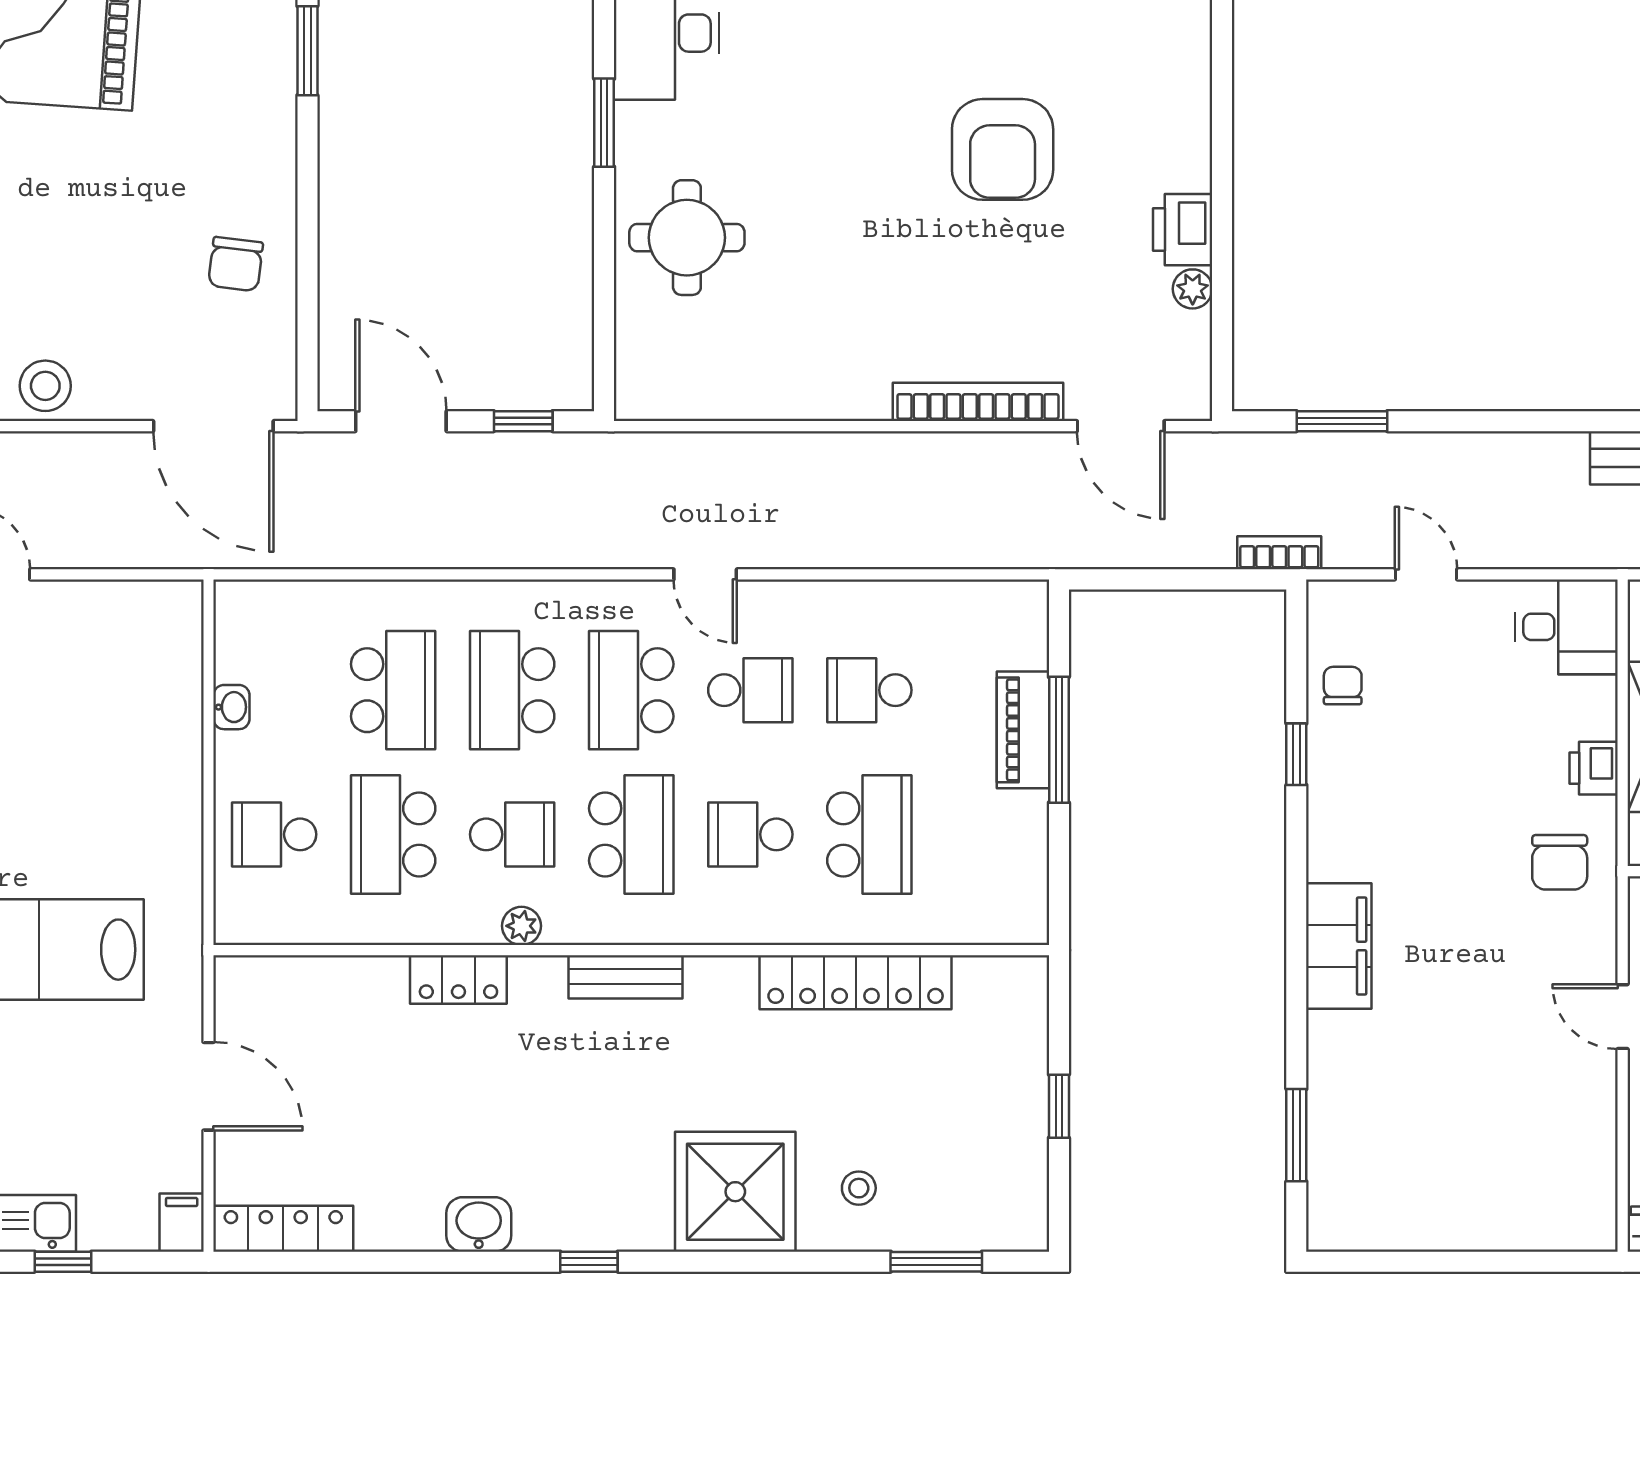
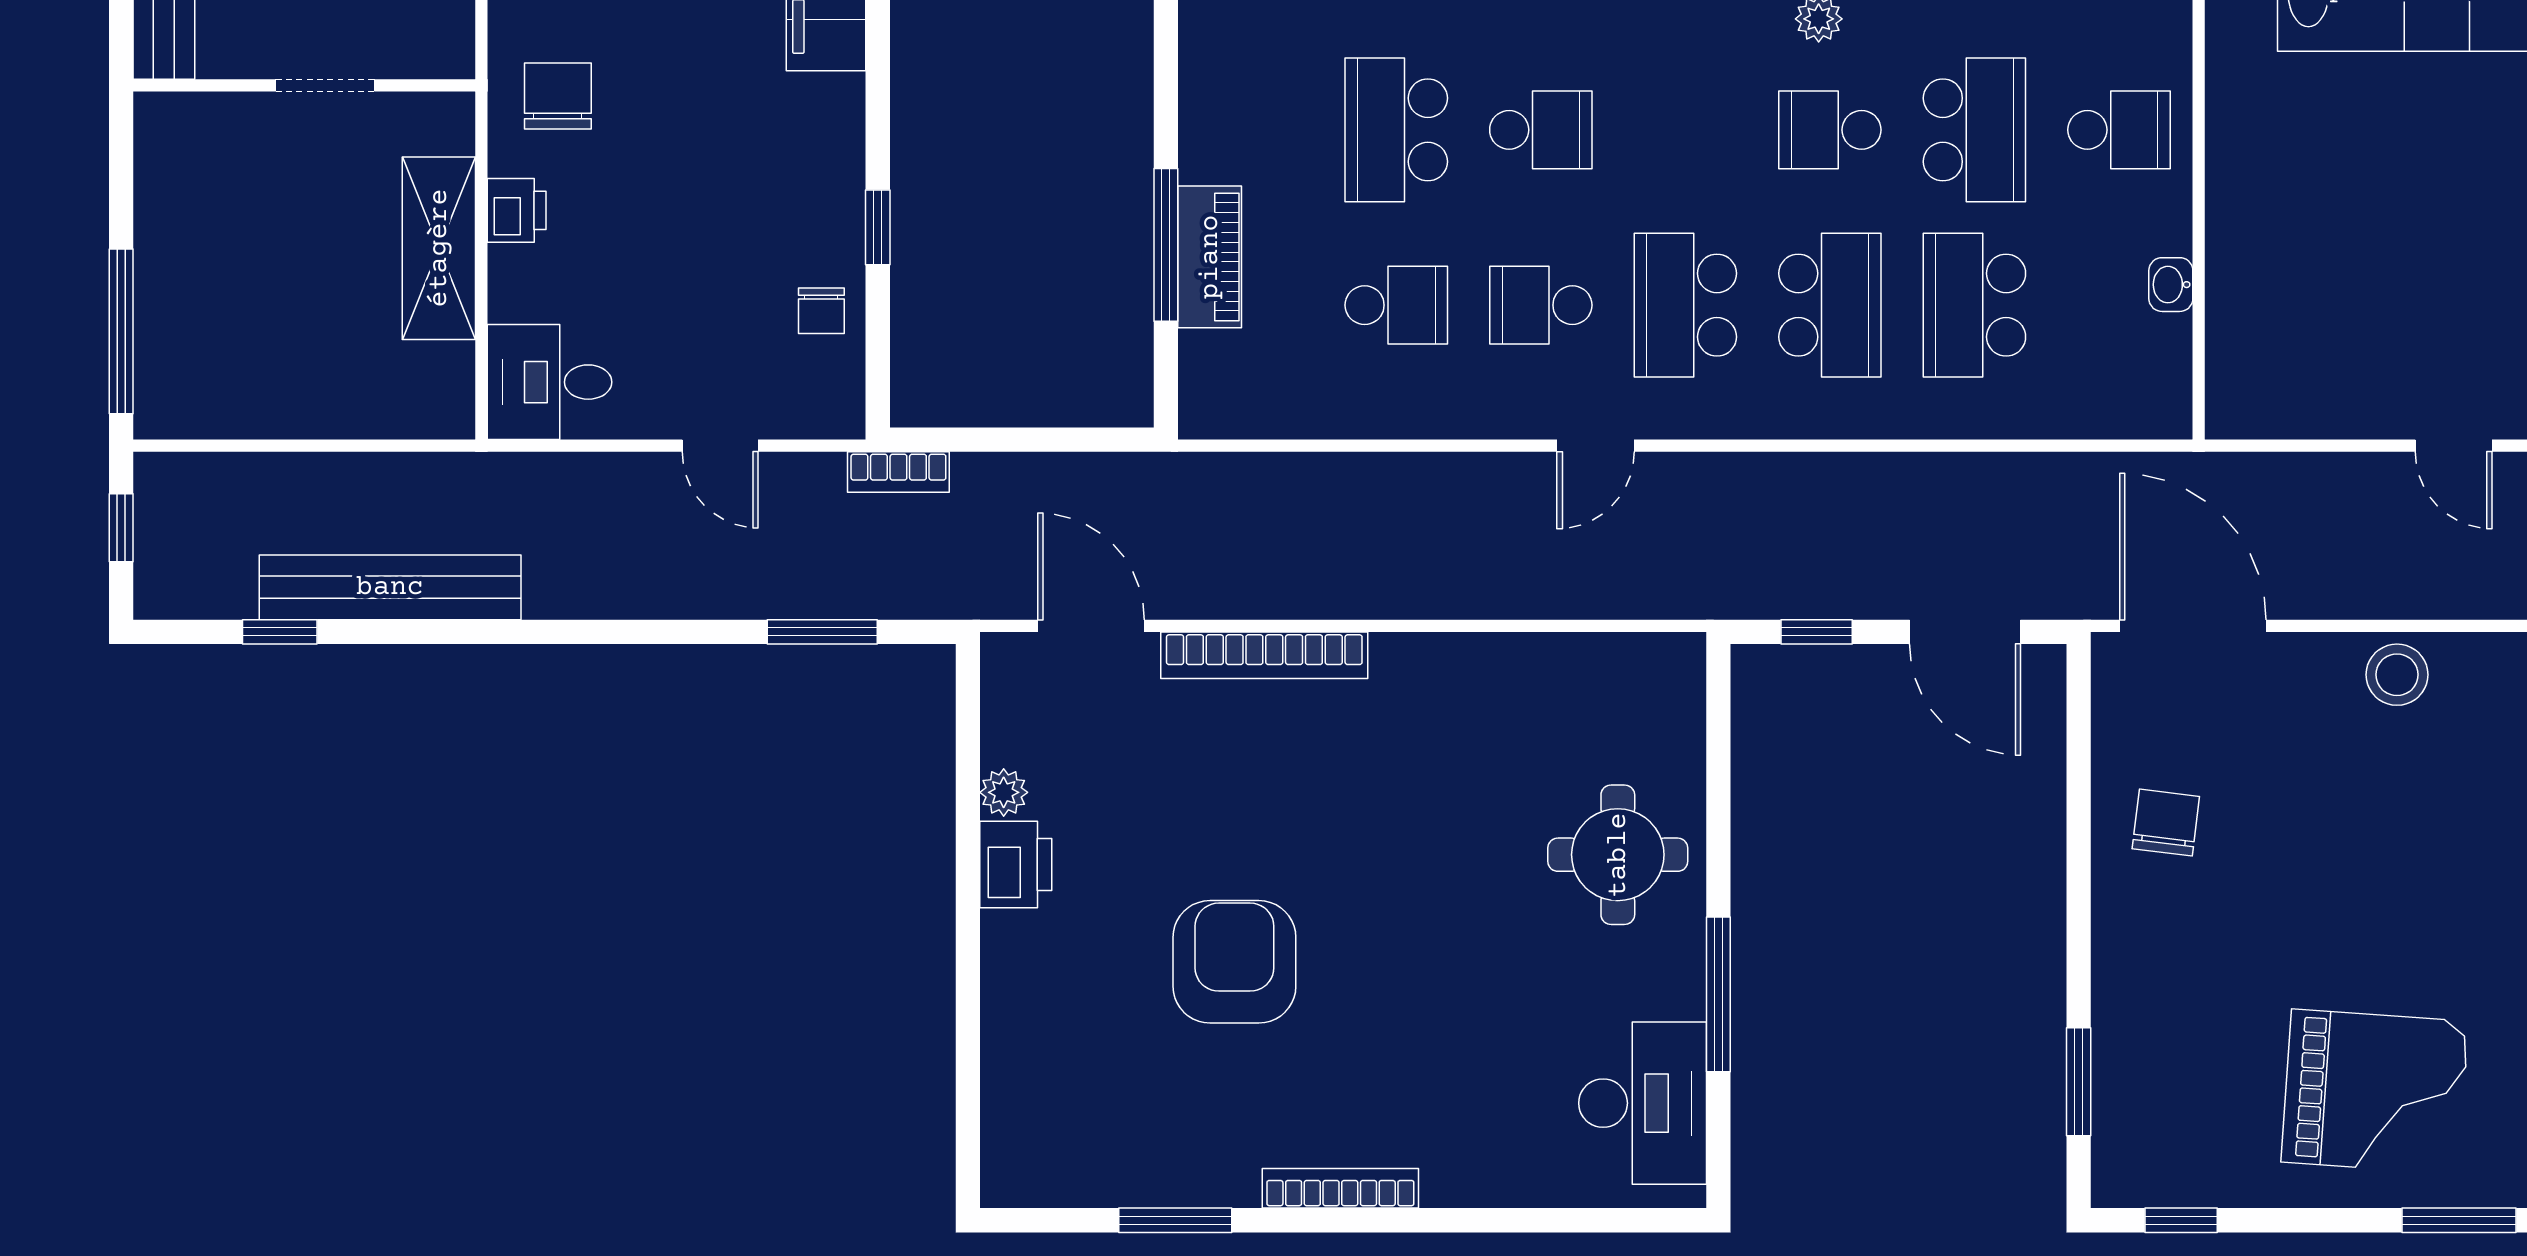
window: (604, 123) -> (1718, 994), width x1.44
door: (705, 574) -> (1596, 446), swing flipped
school desk: (631, 690) -> (1685, 305), turned 180
school desk: (631, 834) -> (1685, 130), removed

